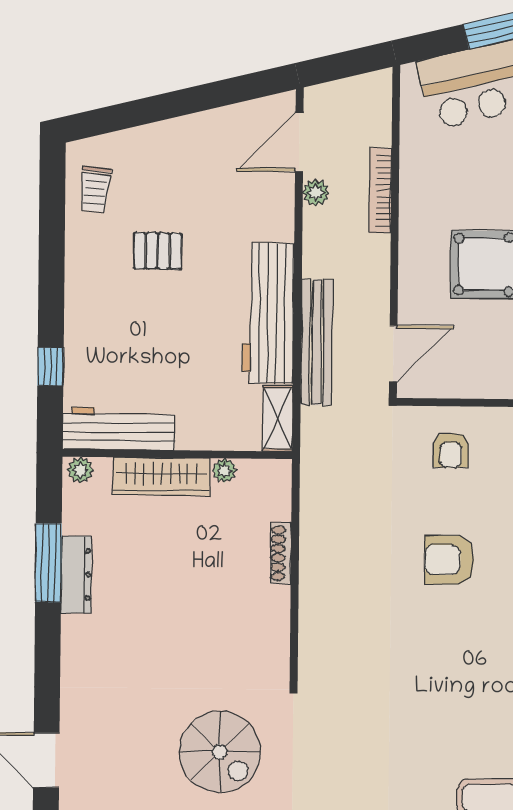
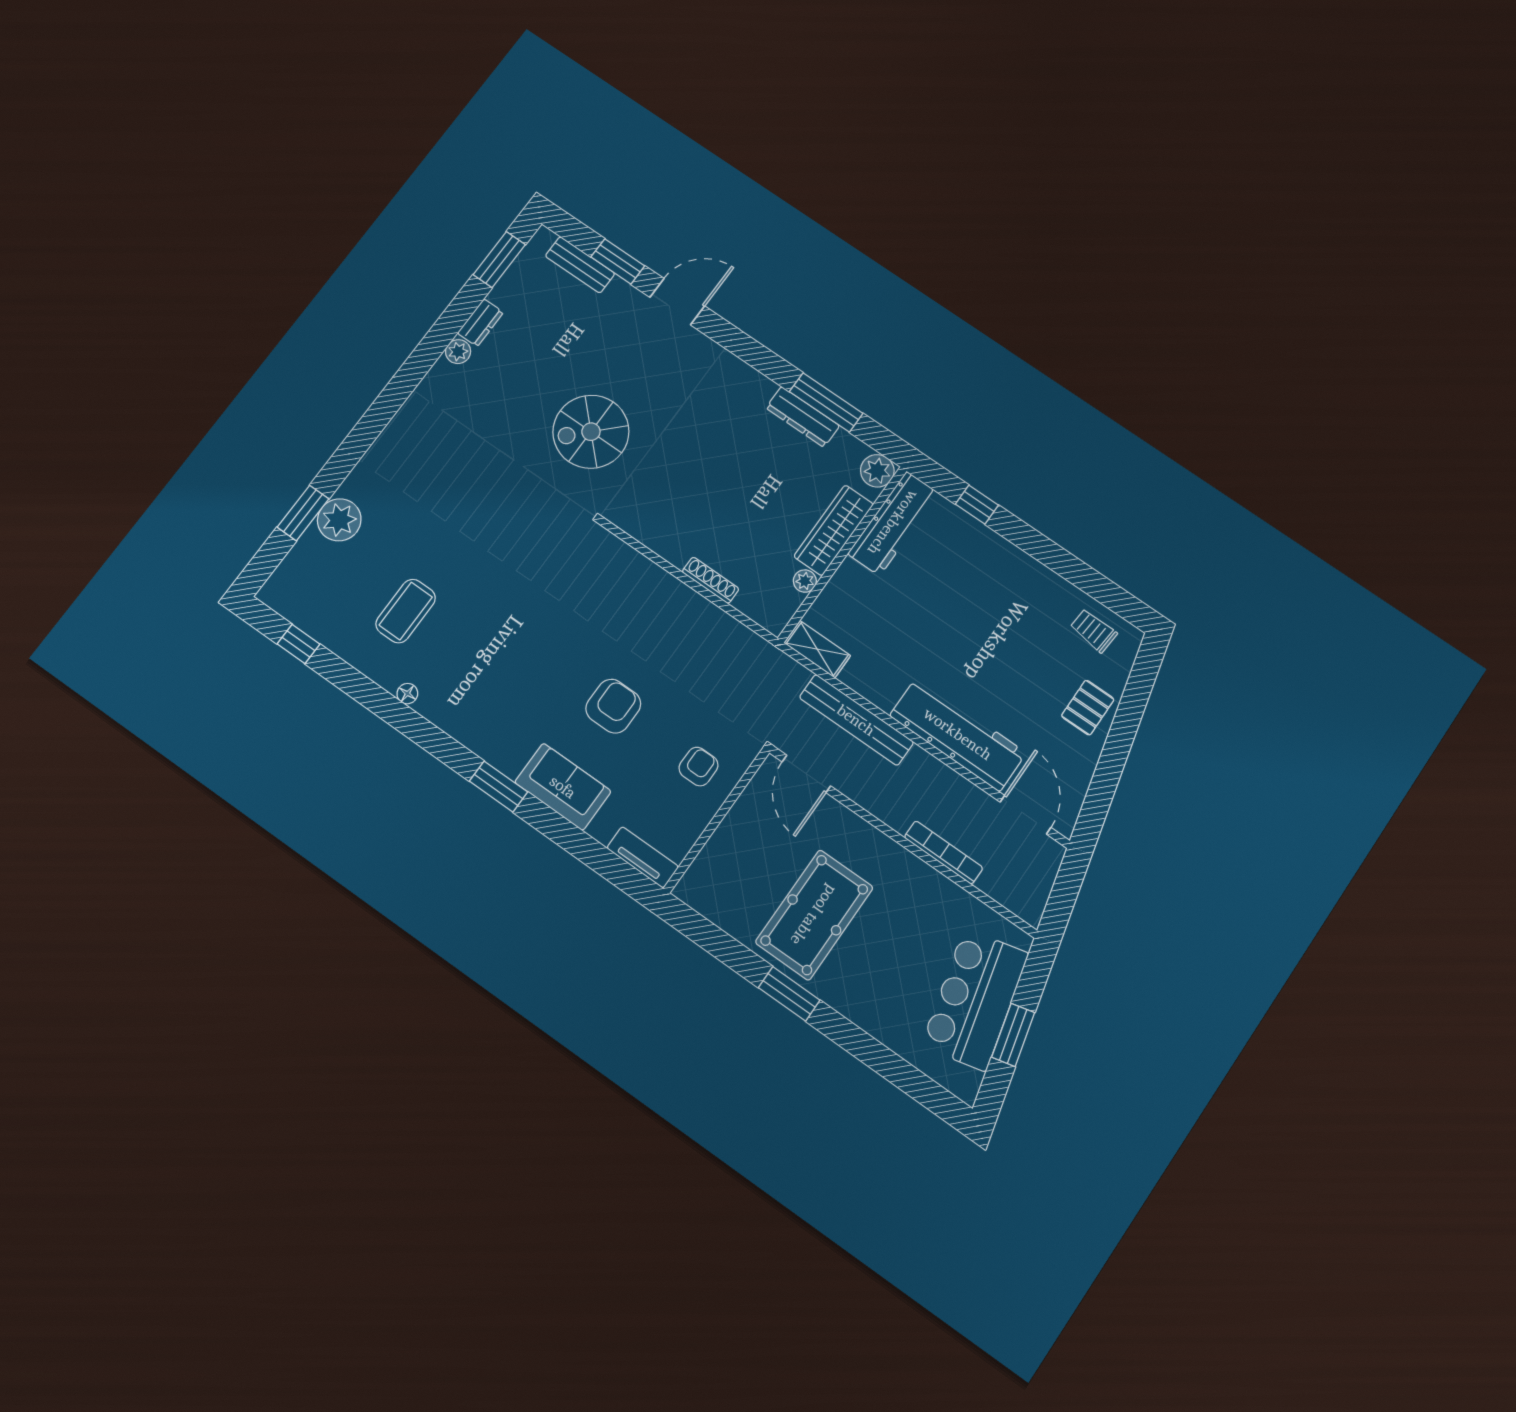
plant: (316, 193) -> (976, 800), removed
pallet: (158, 251) -> (1088, 708), moved
workbench: (268, 313) -> (958, 734), moved
armchair: (451, 450) -> (698, 767), turned 90
plant: (80, 470) -> (877, 471), width x1.38, depth x1.38

